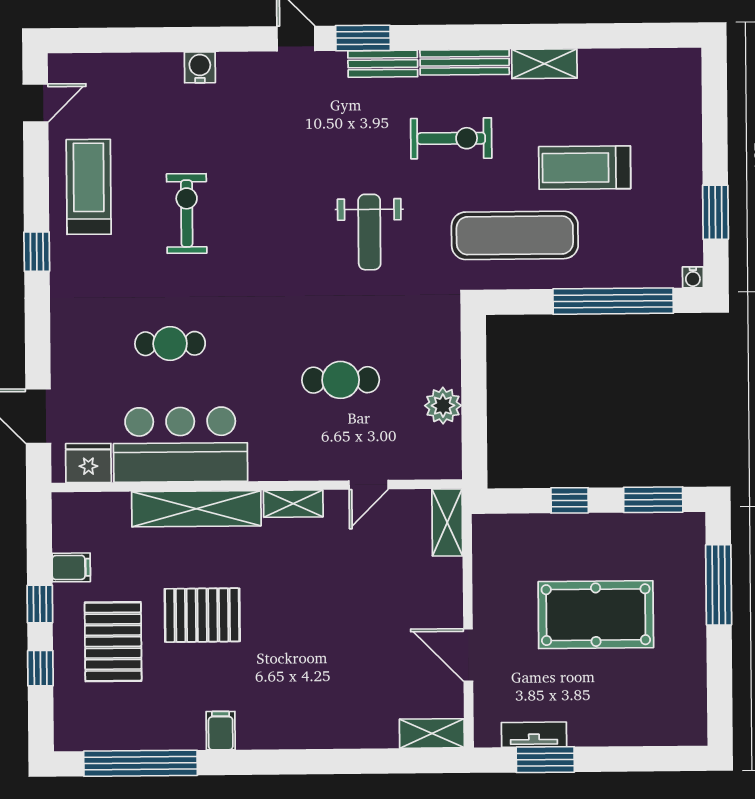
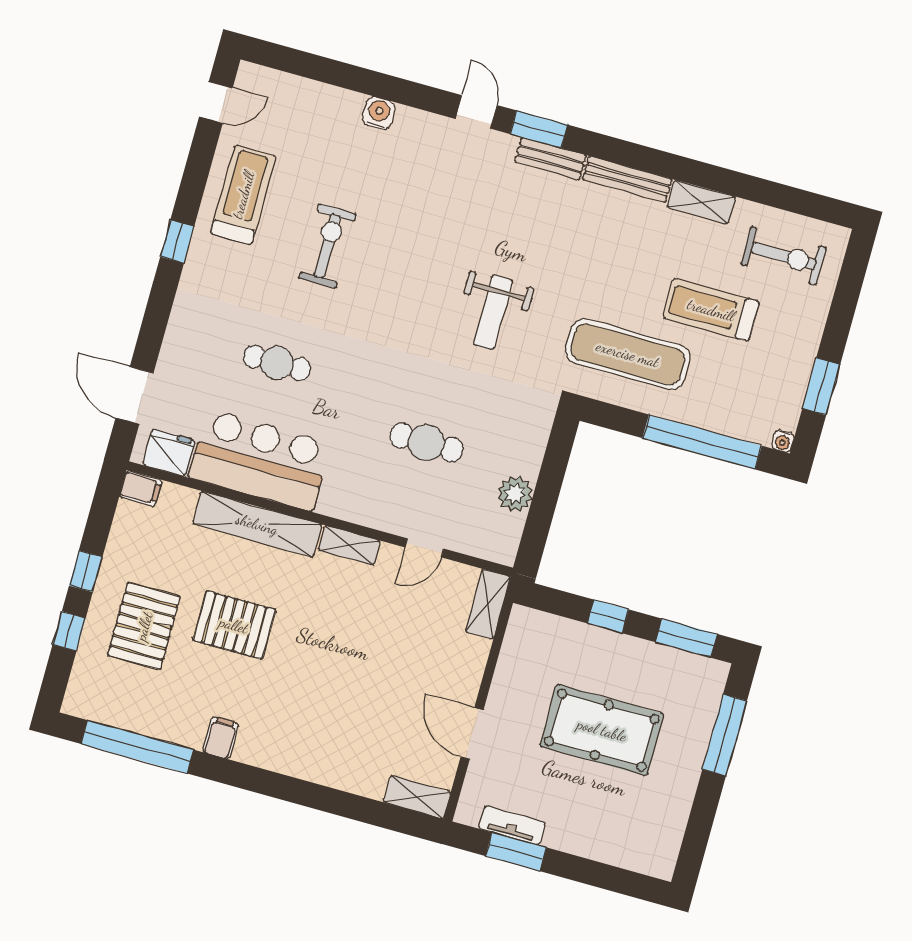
exercise bike: (451, 138) -> (784, 256), moved
filing cabinet: (71, 567) -> (141, 488), moved

